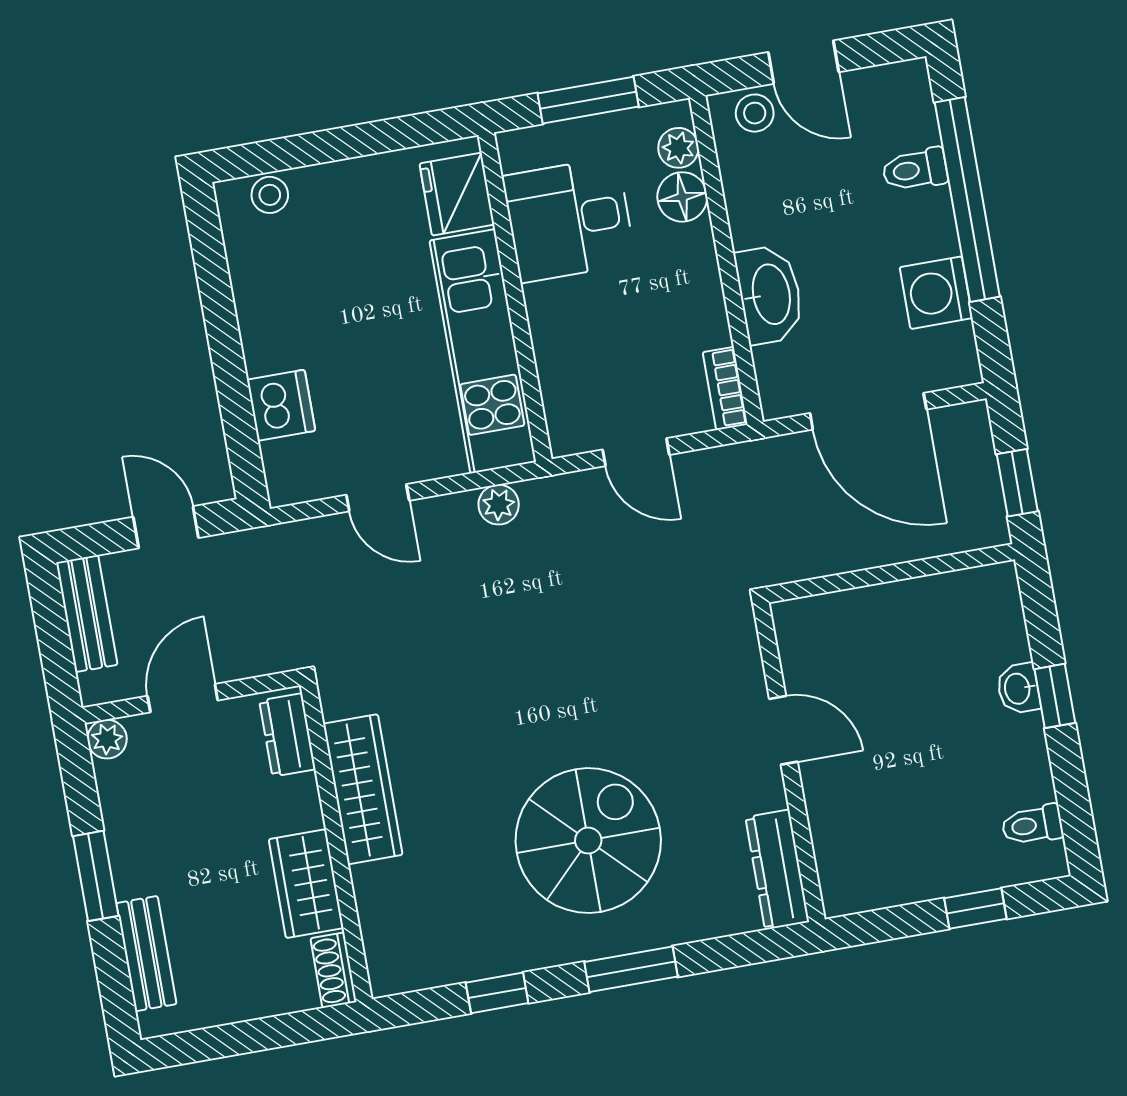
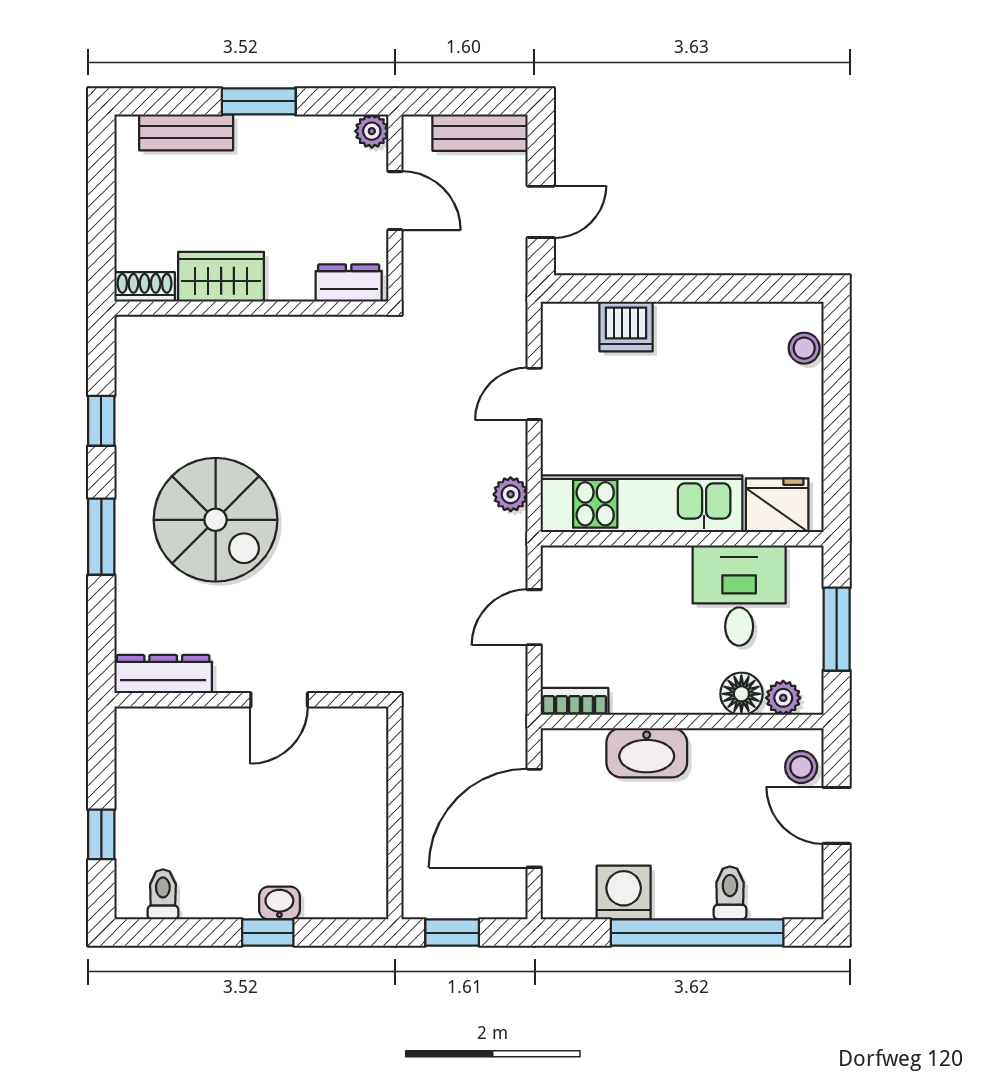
door: (804, 62) -> (837, 815), hinge flipped
wardrobe: (363, 789) -> (292, 338), removed

